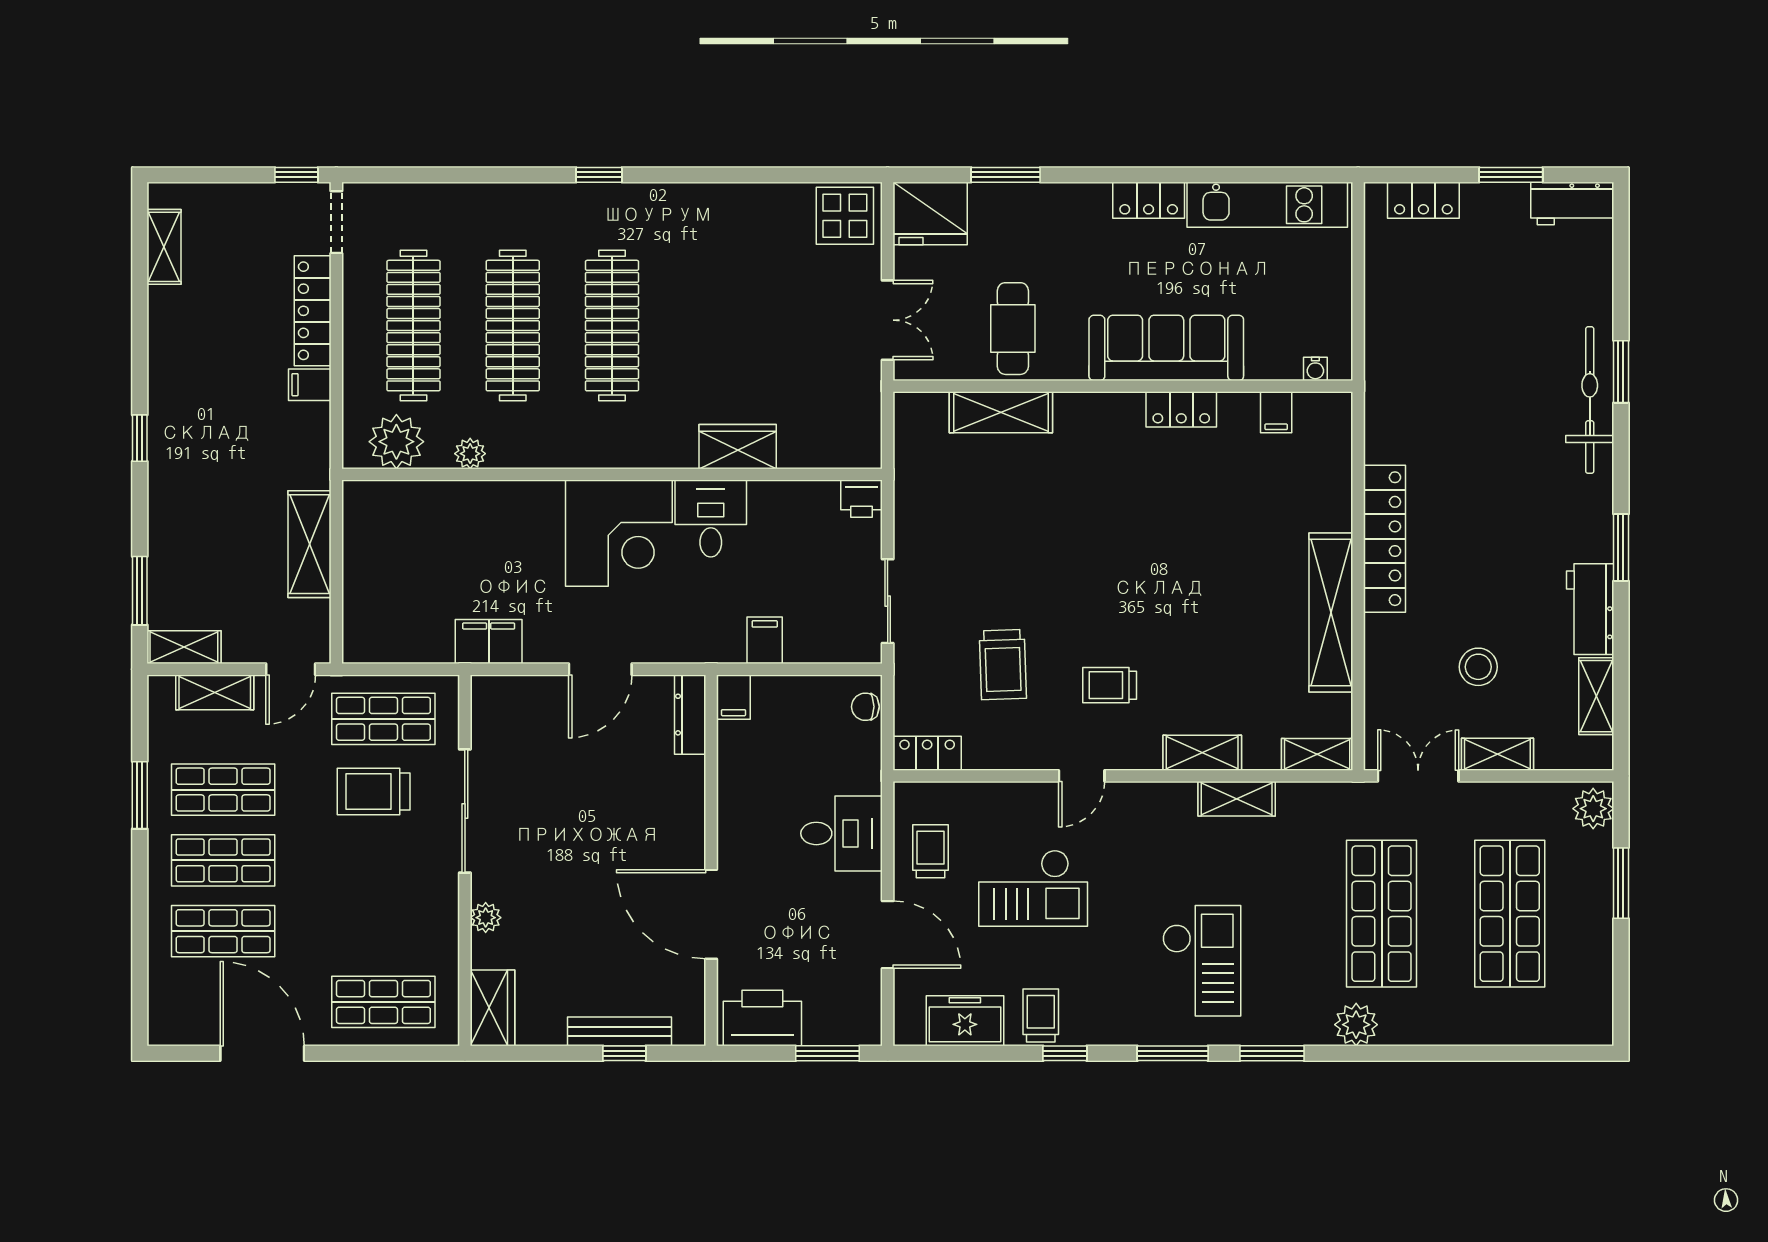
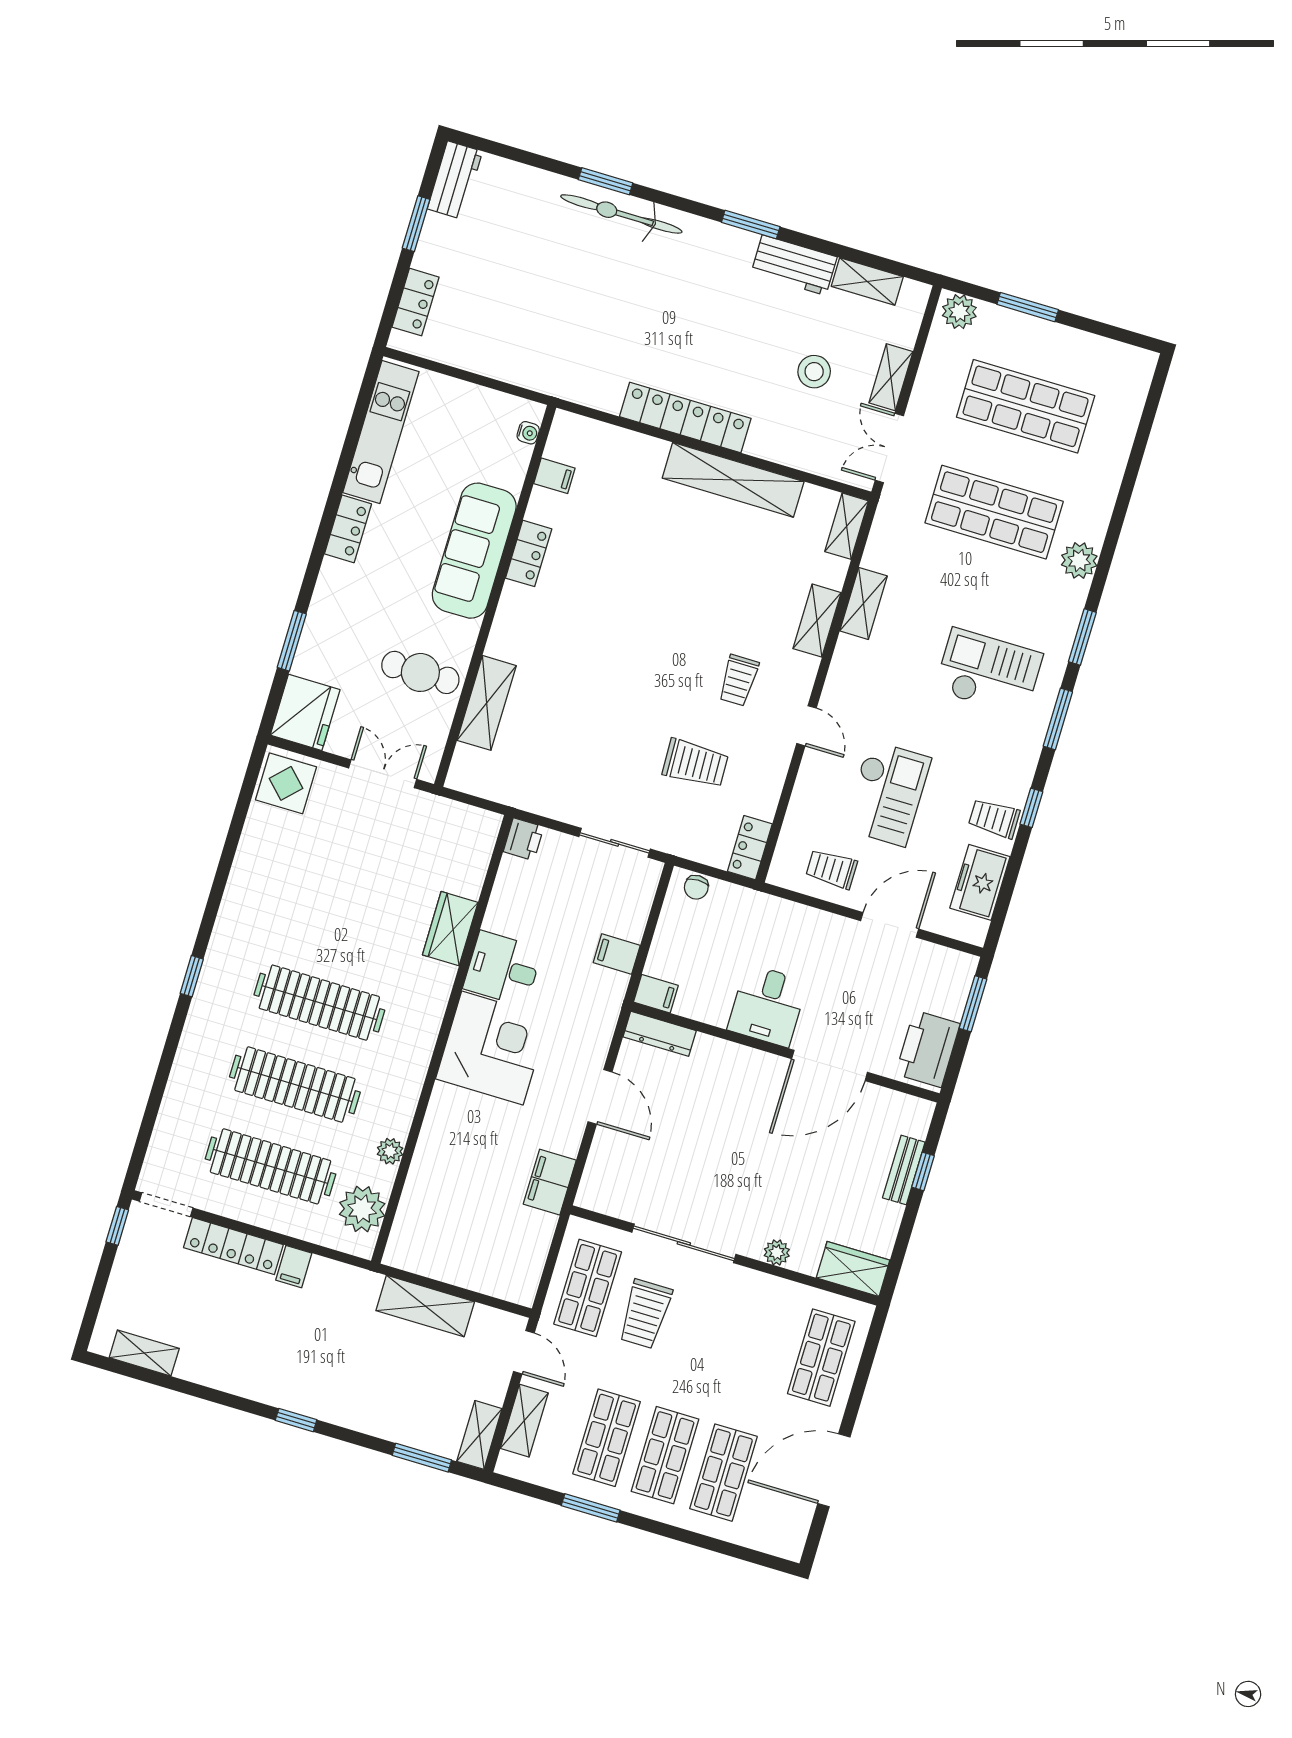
desk: (842, 833) -> (767, 1006), moved, turned 180
bench: (620, 1031) -> (904, 1170), width x0.73

